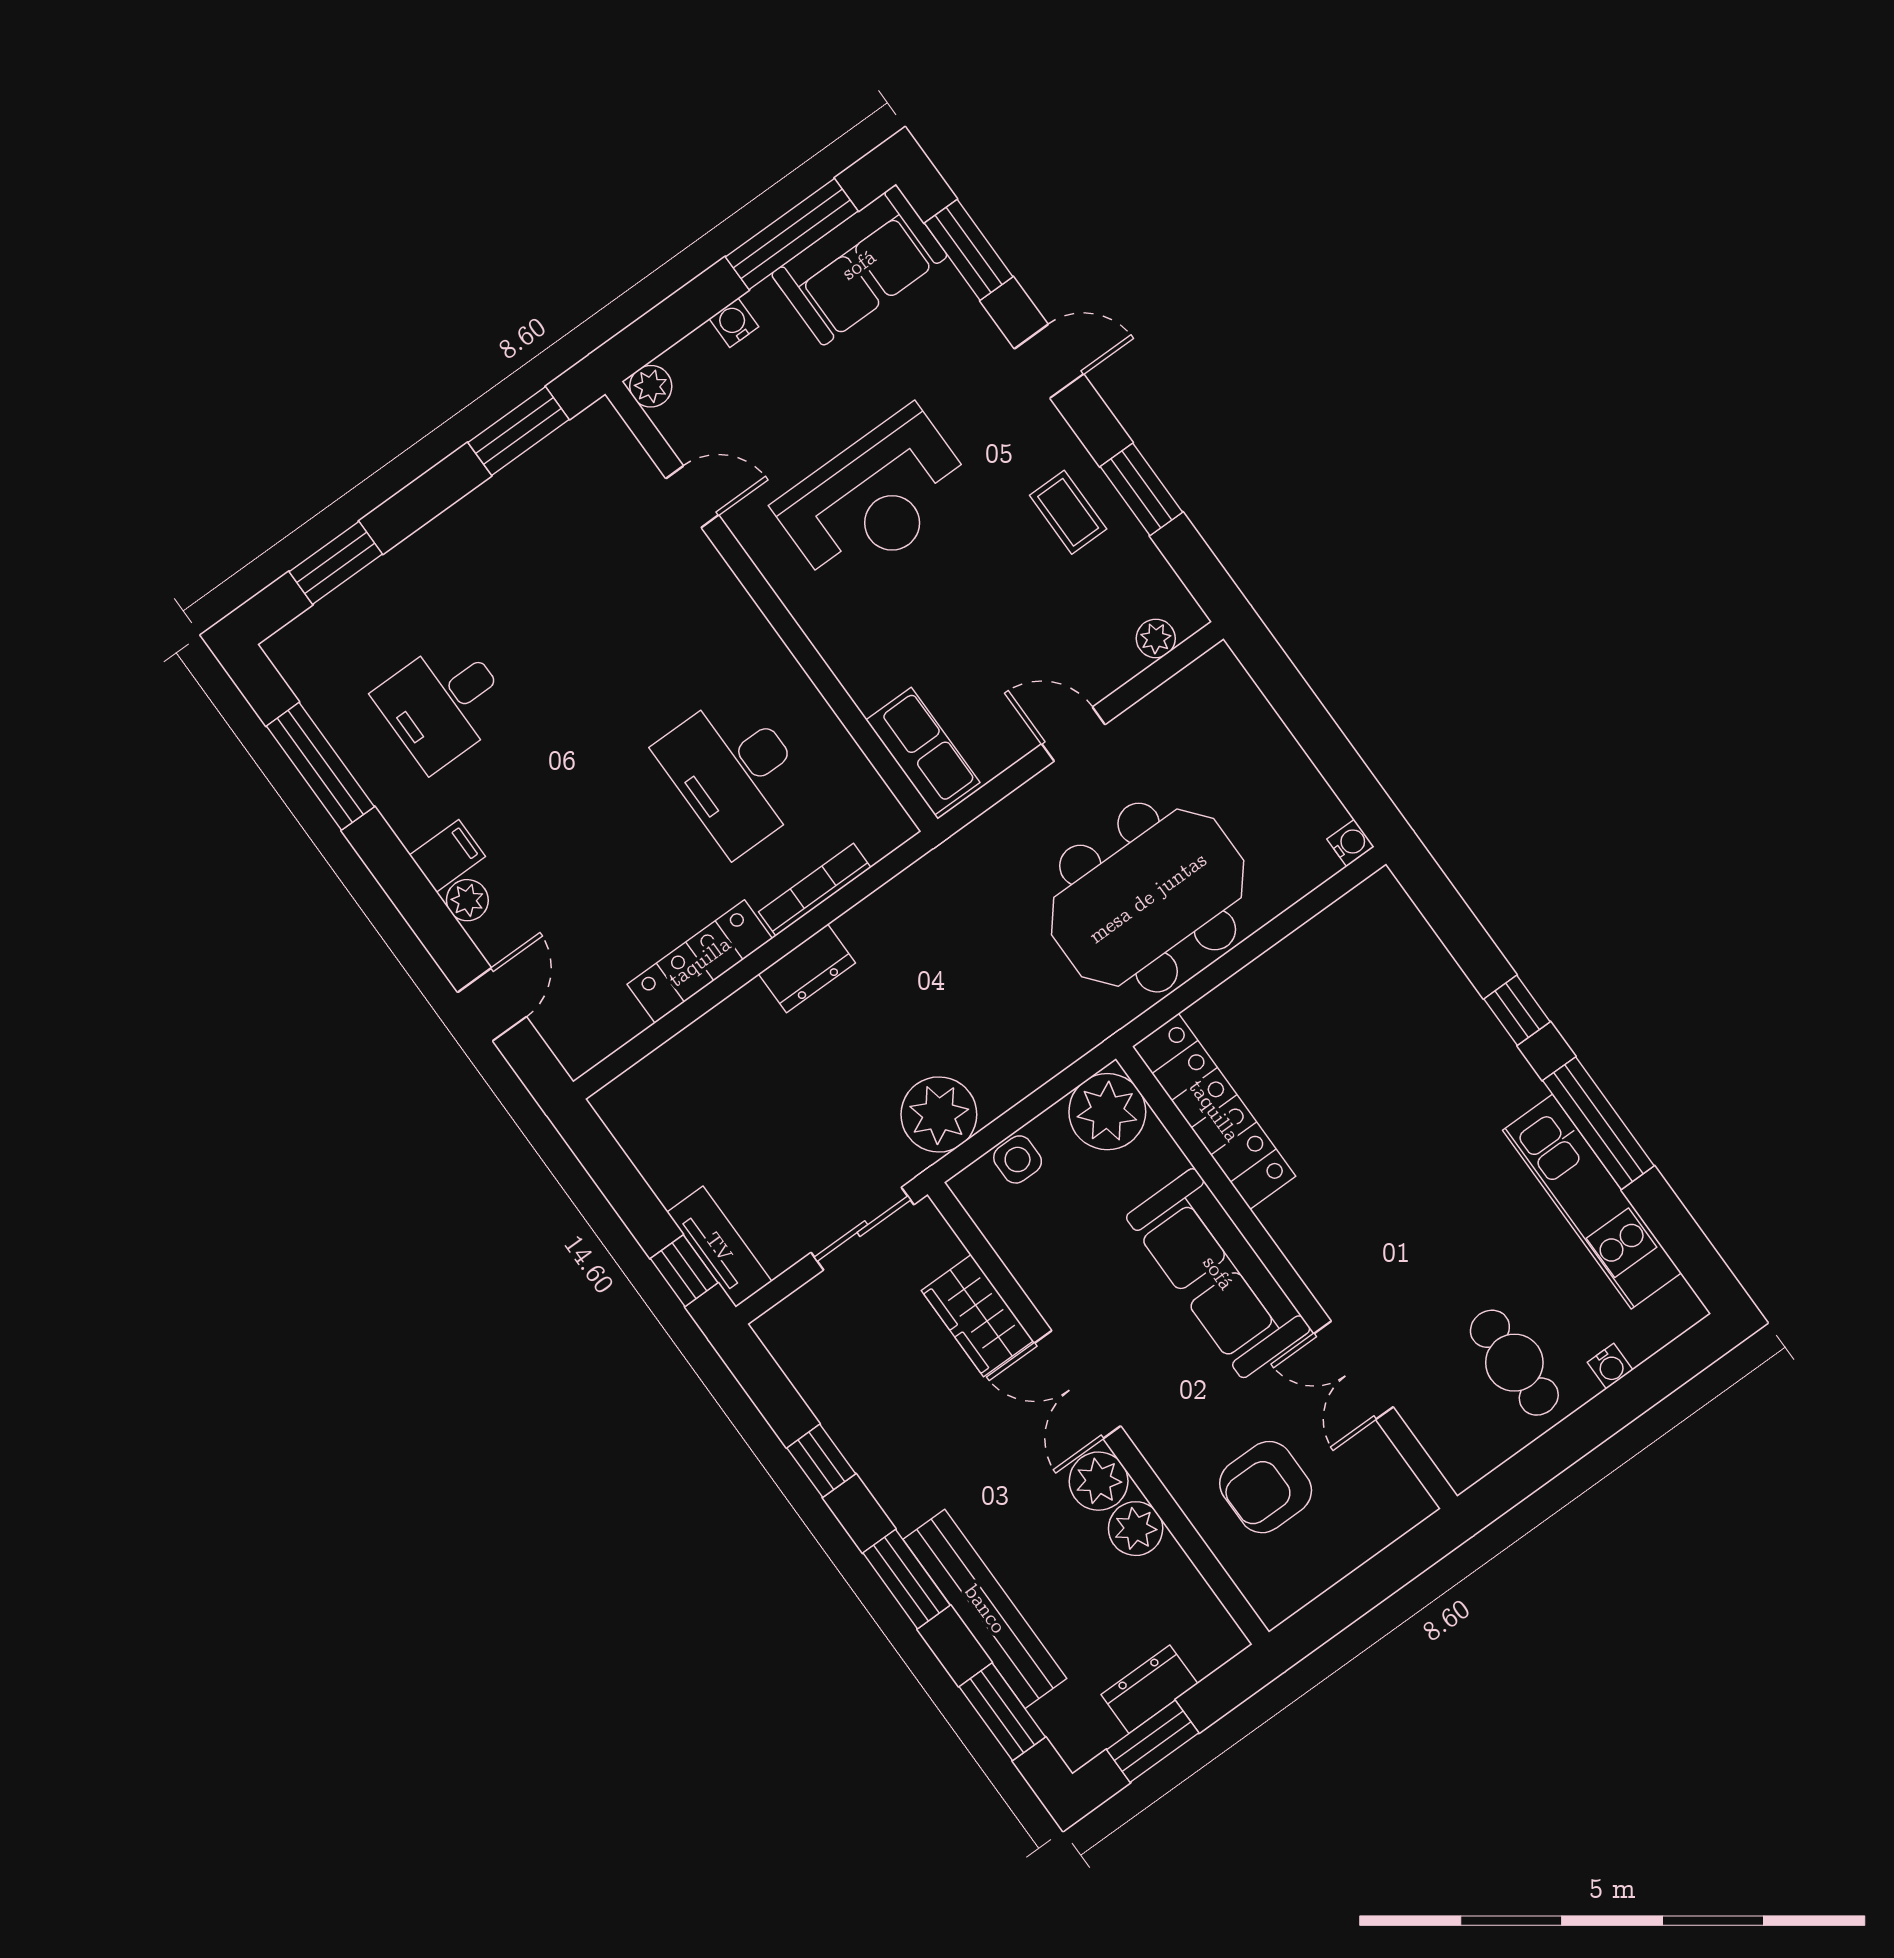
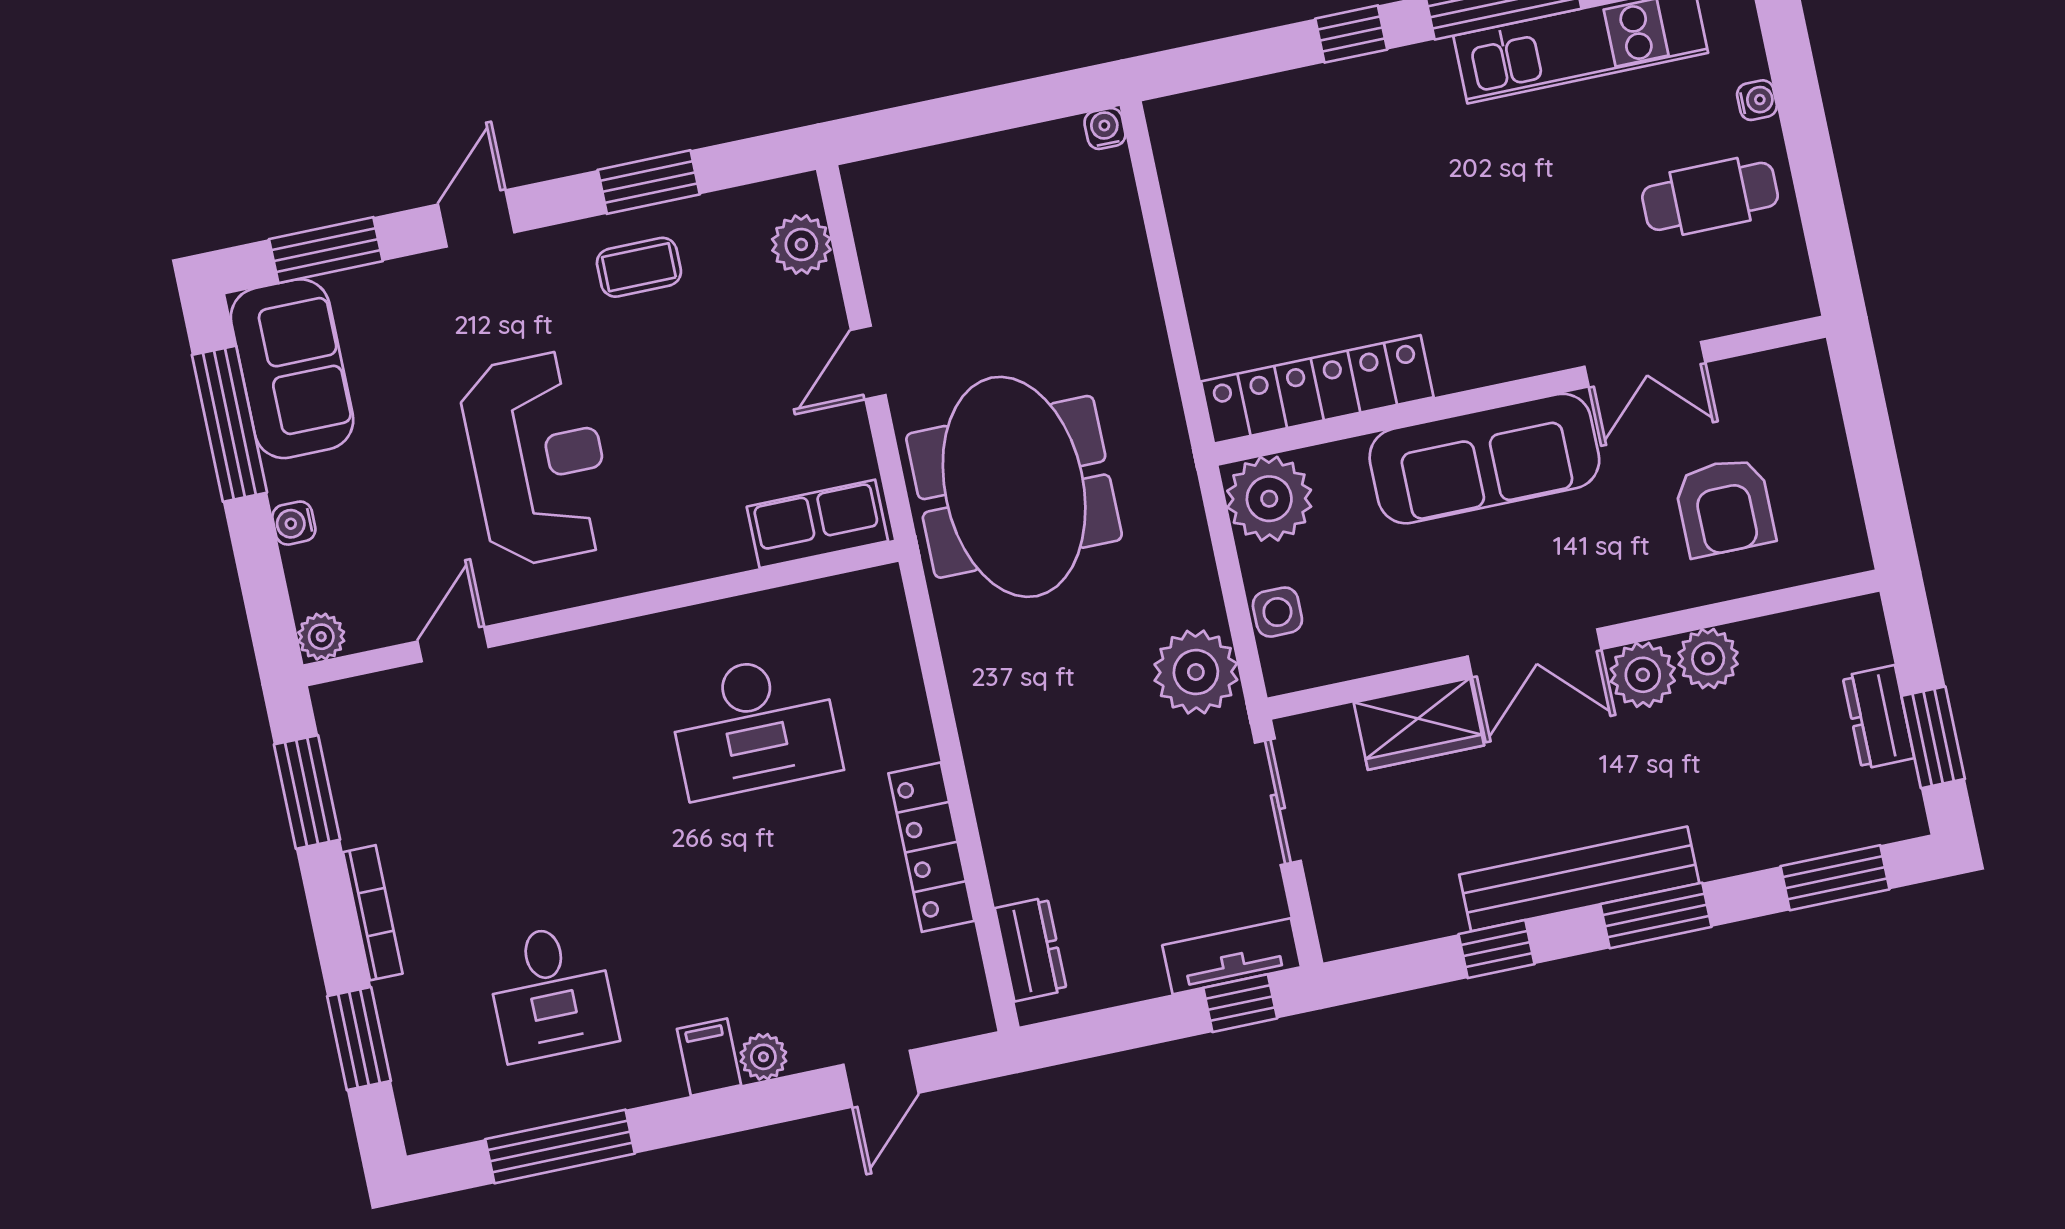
plant: (1156, 638) -> (801, 244), width x1.38, depth x1.38
bookcase: (815, 890) -> (373, 913), moved, turned 180
meeting table: (1148, 898) -> (1014, 487), moved
dresser: (807, 968) -> (1031, 949), moved
door: (492, 1004) -> (881, 1079), swing flipped
bench: (985, 1609) -> (1579, 879), moved

